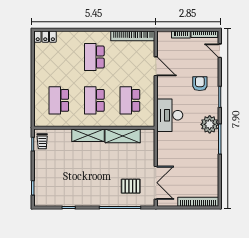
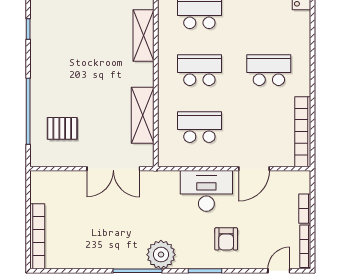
armchair: (200, 84) -> (226, 239), turned 90
desk: (170, 115) -> (206, 191), moved
shelving: (88, 135) -> (144, 35), moved
double door: (156, 183) -> (113, 169), moved
pallet: (131, 186) -> (62, 128), turned 90

